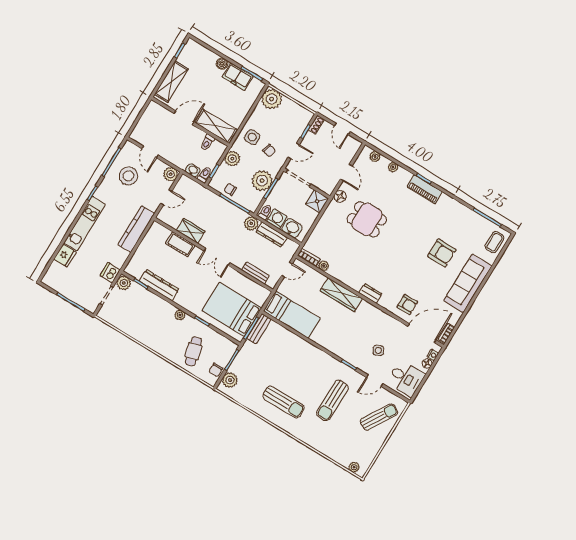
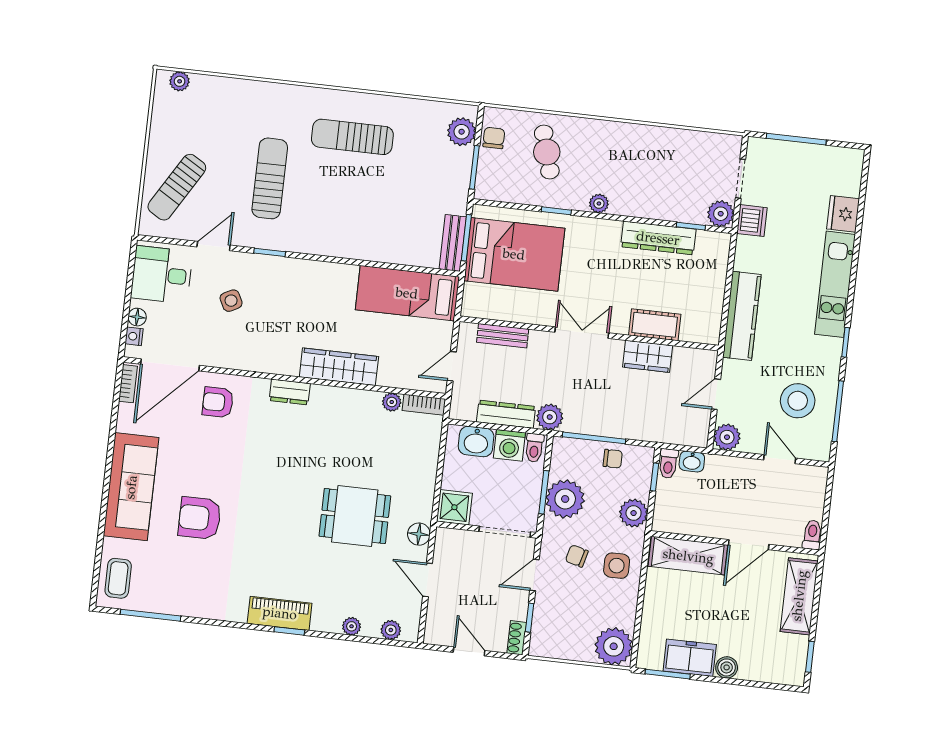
toilet: (207, 142) -> (812, 535), moved

